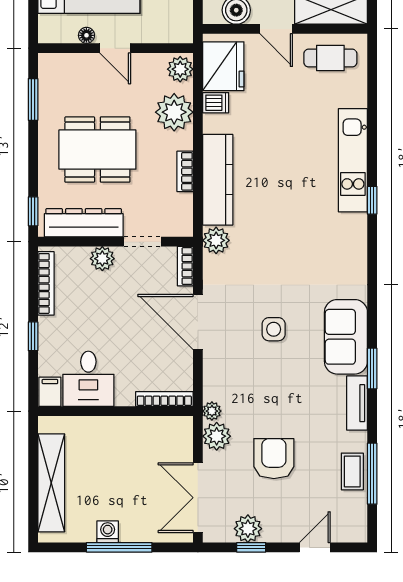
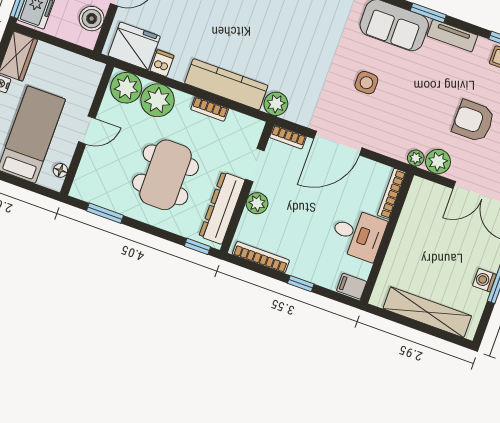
floor lamp: (86, 35) -> (60, 170), moved
plant: (180, 69) -> (126, 88), width x1.36, depth x1.36
desk: (88, 379) -> (358, 234), moved

